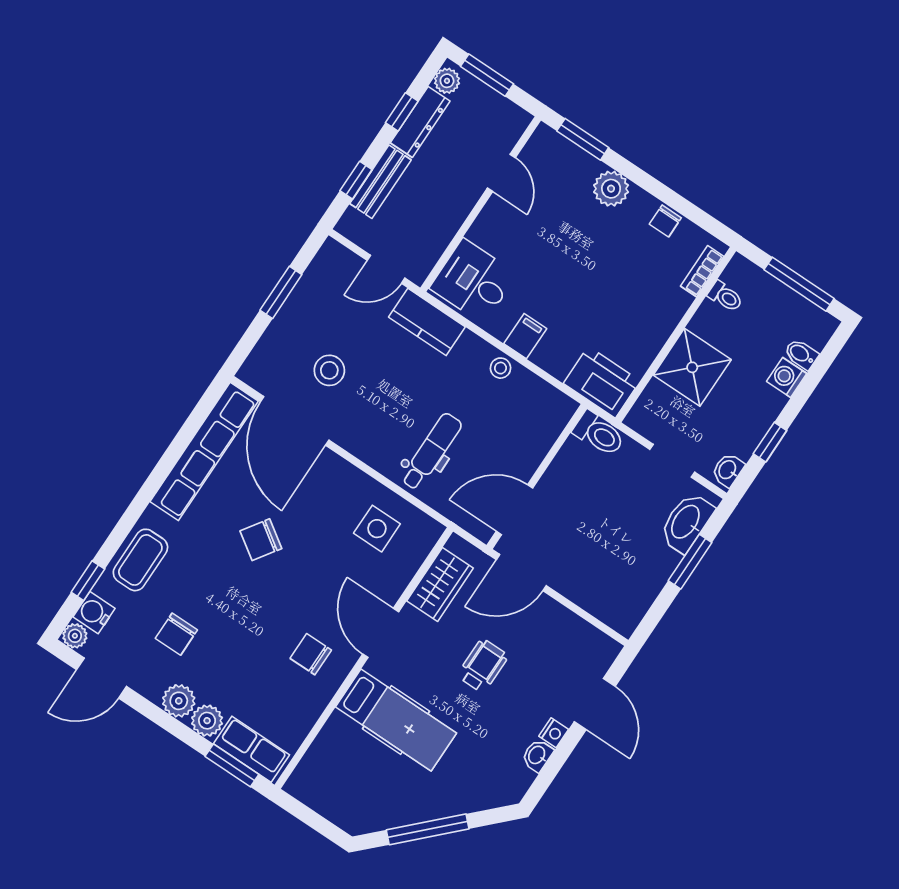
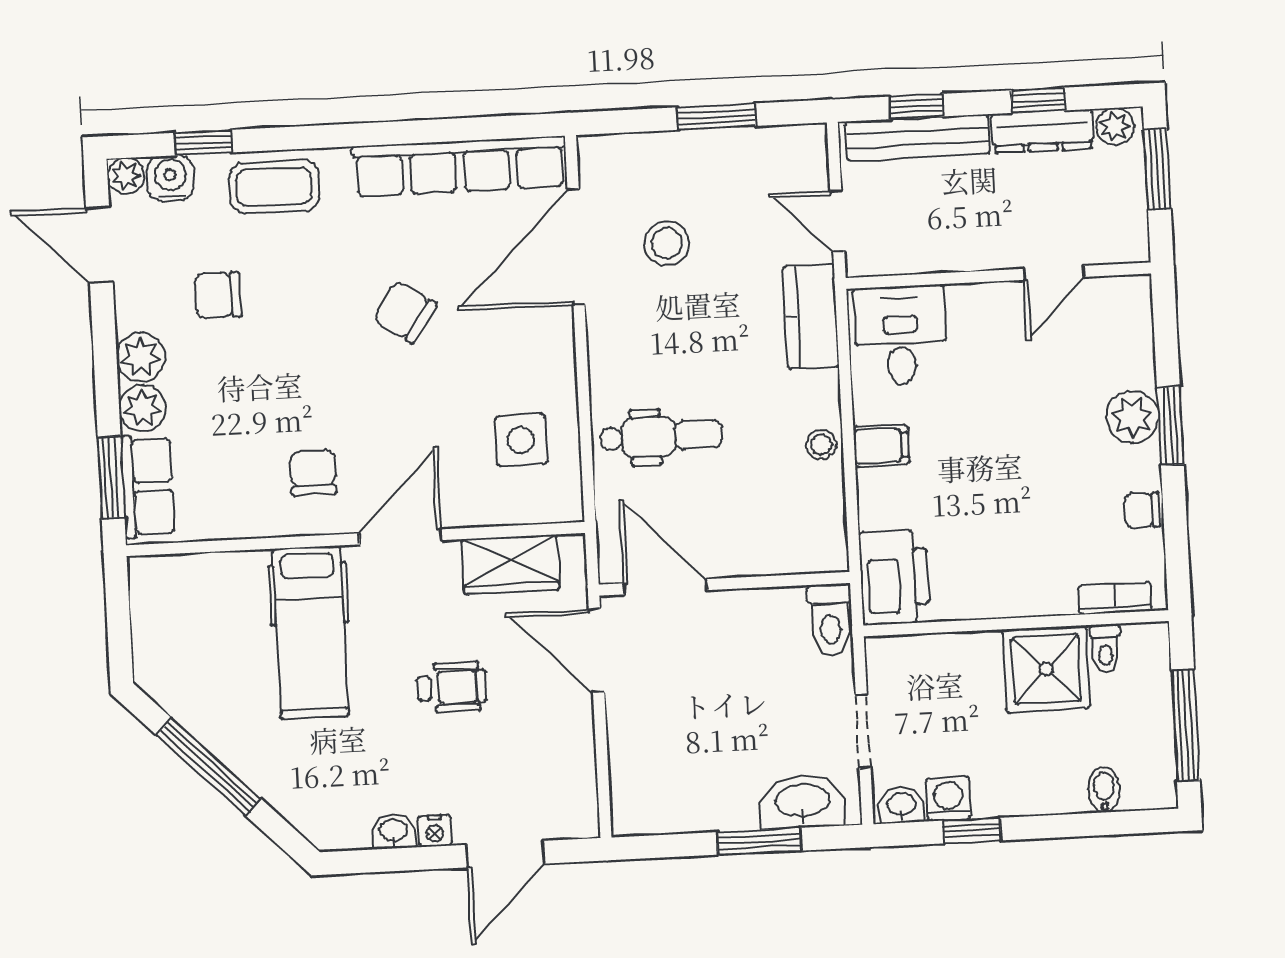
window: (583, 139) -> (1170, 426), moved
bench: (380, 182) -> (917, 138), width x1.36
shower: (692, 367) -> (1046, 669), moved
washing machine: (787, 377) -> (948, 799), moved

